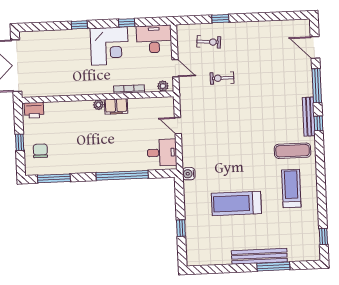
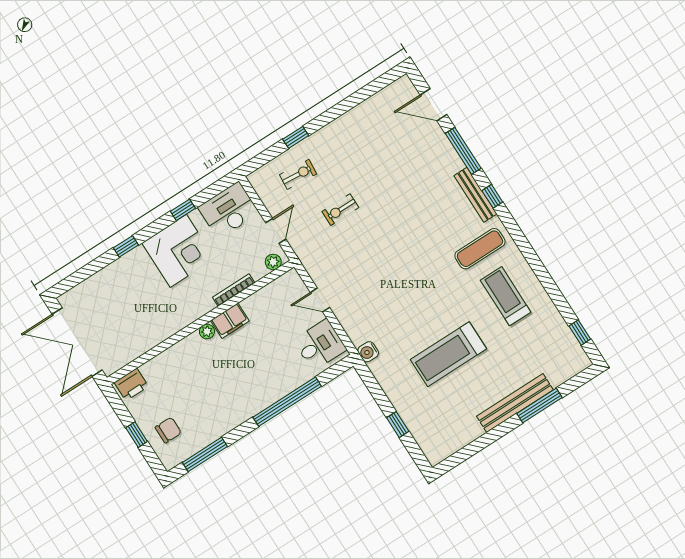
door: (175, 68) -> (276, 231), hinge flipped
chair: (40, 151) -> (168, 430), turned 90

